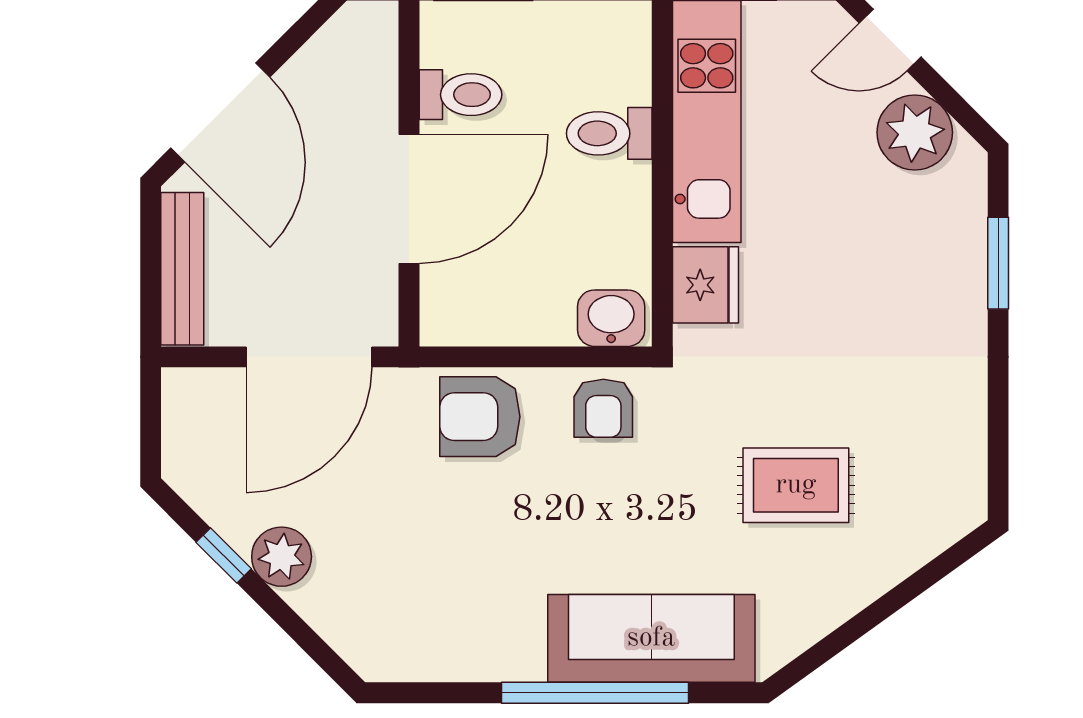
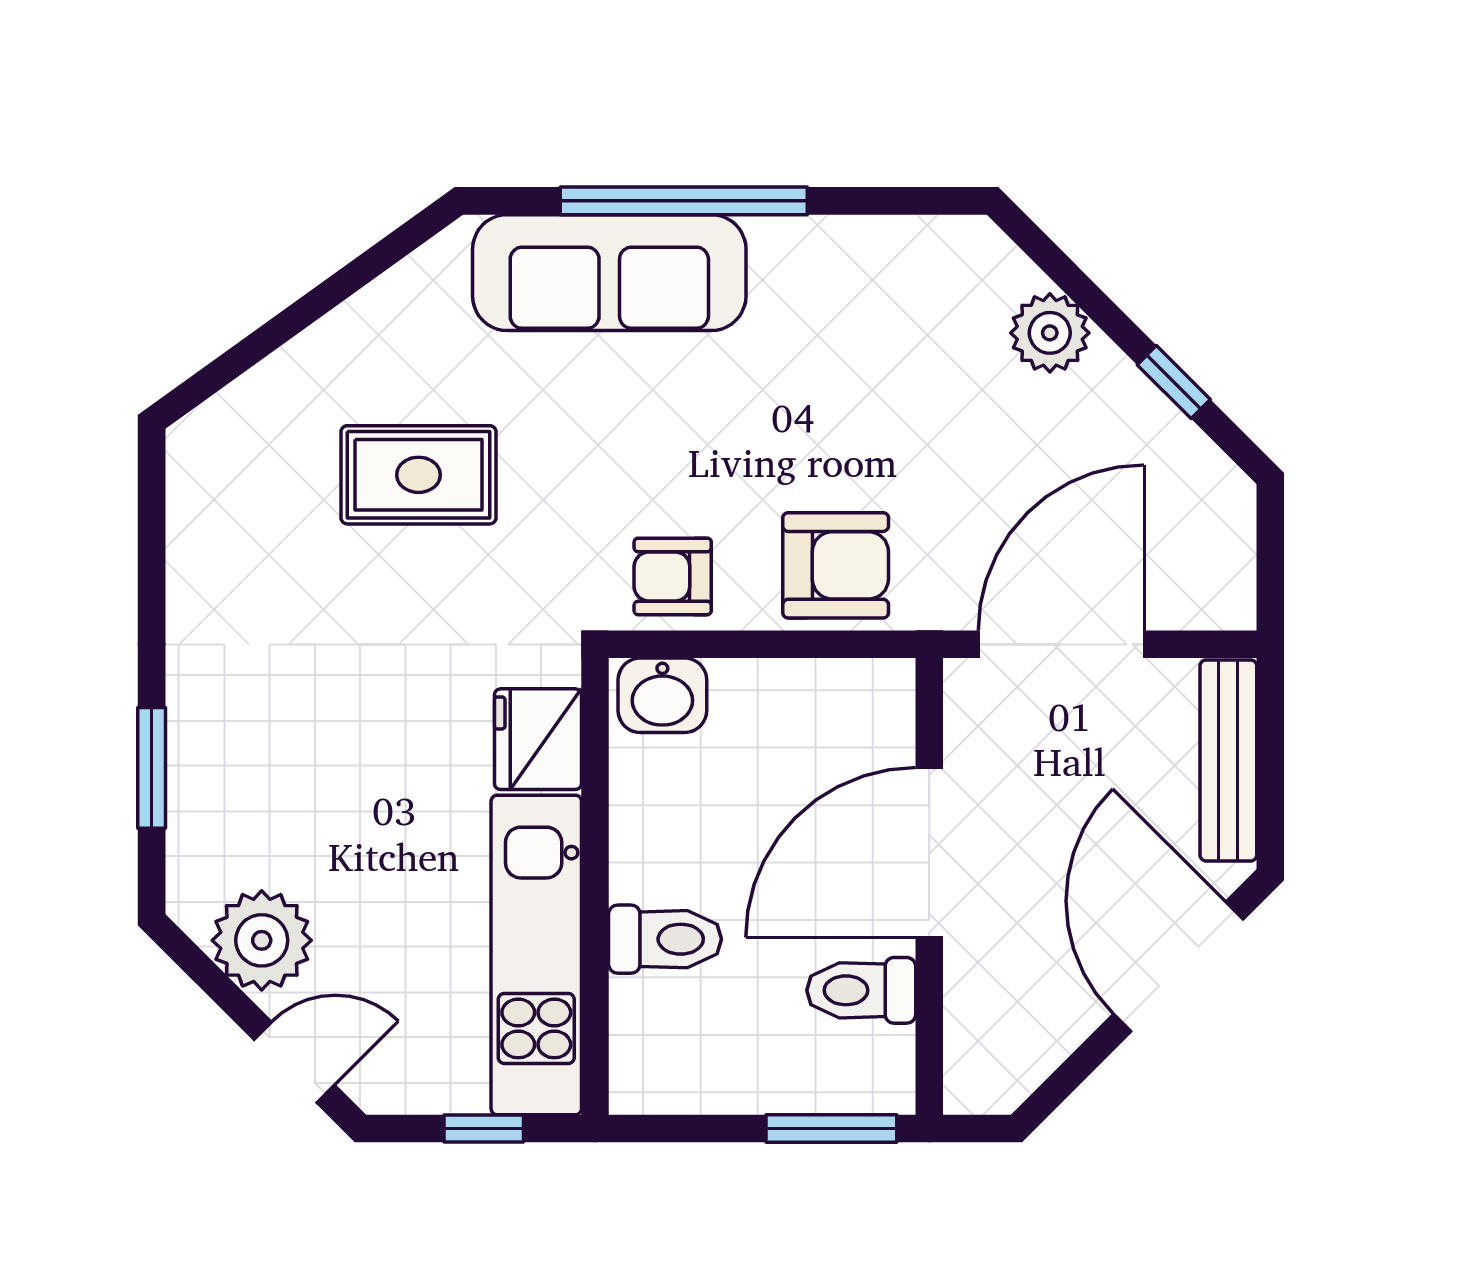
armchair: (603, 408) -> (673, 576), turned -90
plant: (282, 557) -> (1050, 333), moved

